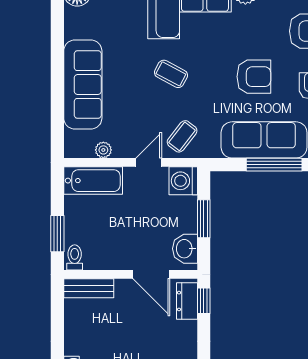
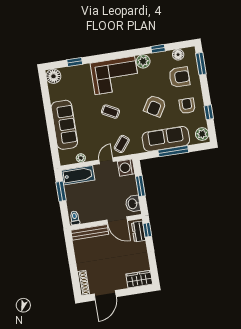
armchair: (254, 77) -> (155, 106), turned 121
window: (57, 234) -> (61, 191), moved
bench: (89, 288) -> (90, 232), width x1.36

